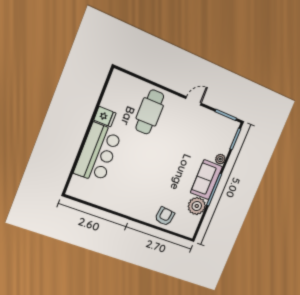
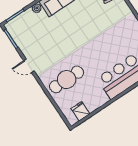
fridge: (105, 117) -> (80, 111), moved

